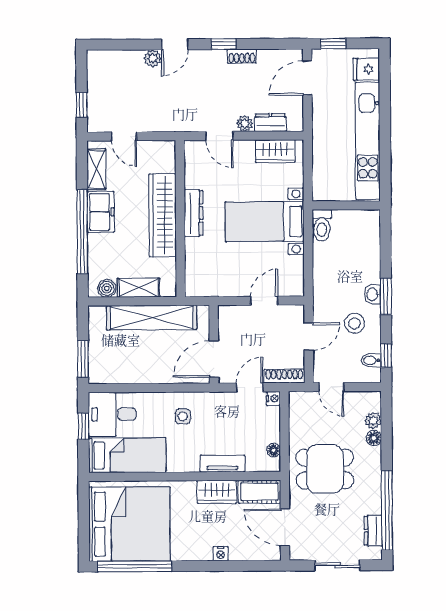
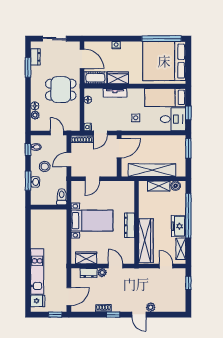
door: (175, 44) -> (139, 315), swing flipped
kitchen unit: (368, 141) -> (37, 271), width x0.73
wall: (346, 205) -> (49, 207), moved
wardrobe: (163, 215) -> (146, 241), moved
toilet: (322, 225) -> (62, 197), moved
window: (387, 510) -> (28, 68), width x0.47

